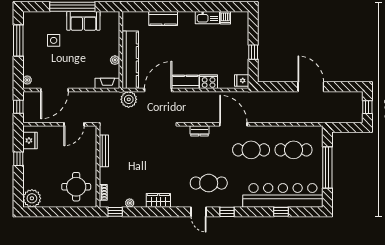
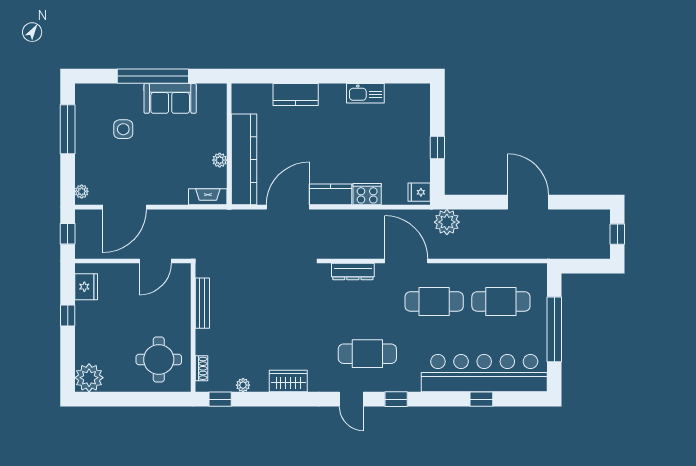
dishwasher: (225, 18) -> (393, 94), removed
plant: (129, 99) -> (447, 222), moved
dresser: (199, 131) -> (353, 272), width x1.44

